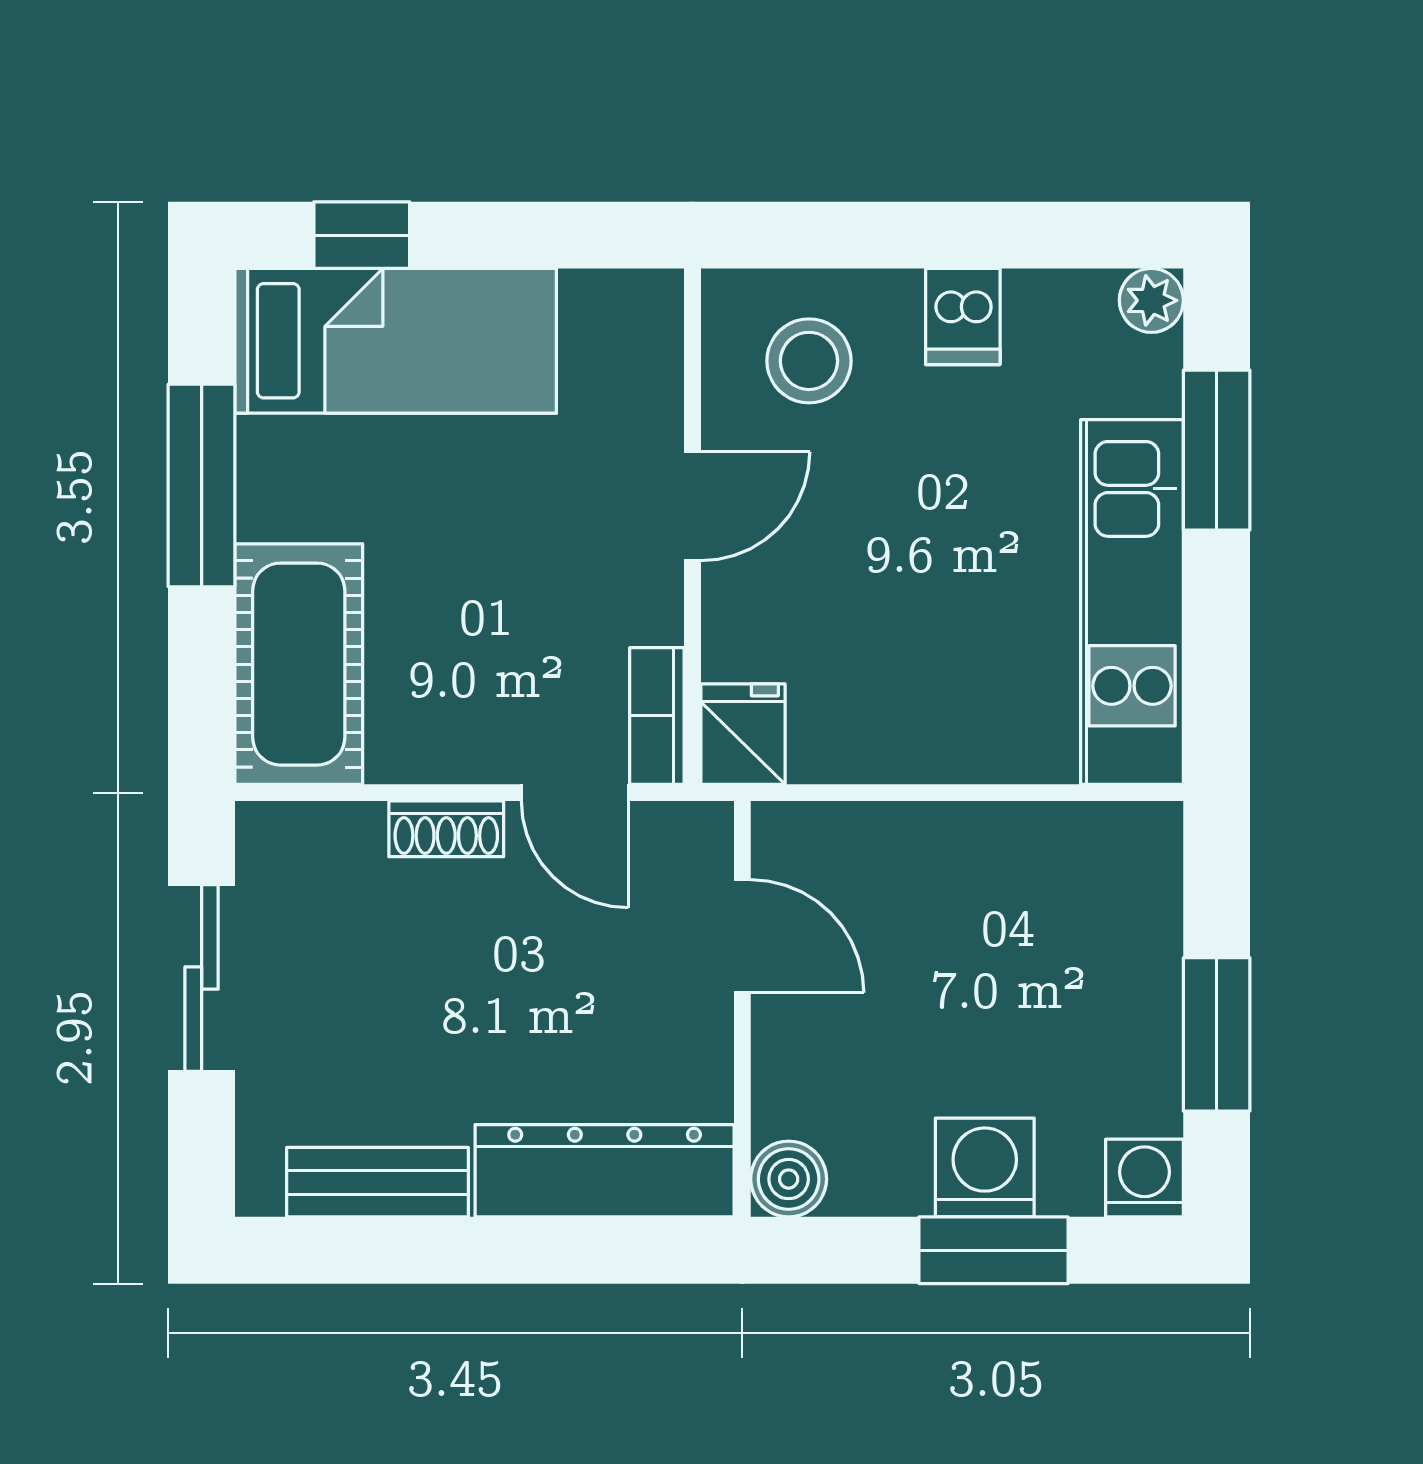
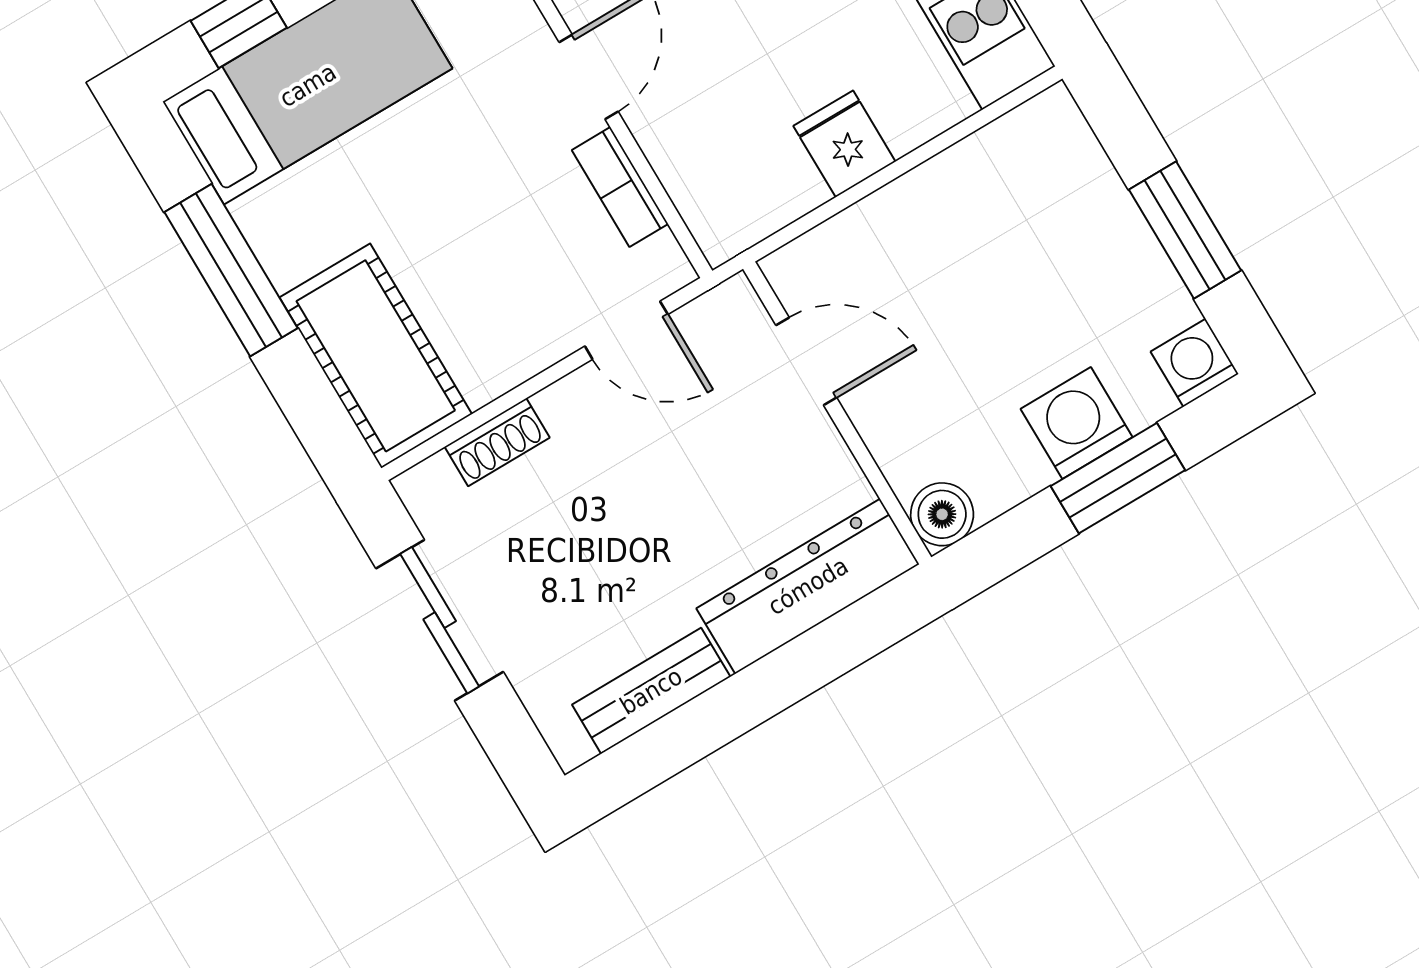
bookcase: (657, 716) -> (620, 187), moved
fridge: (743, 734) -> (844, 144), moved
shoe rack: (446, 829) -> (497, 442), moved

